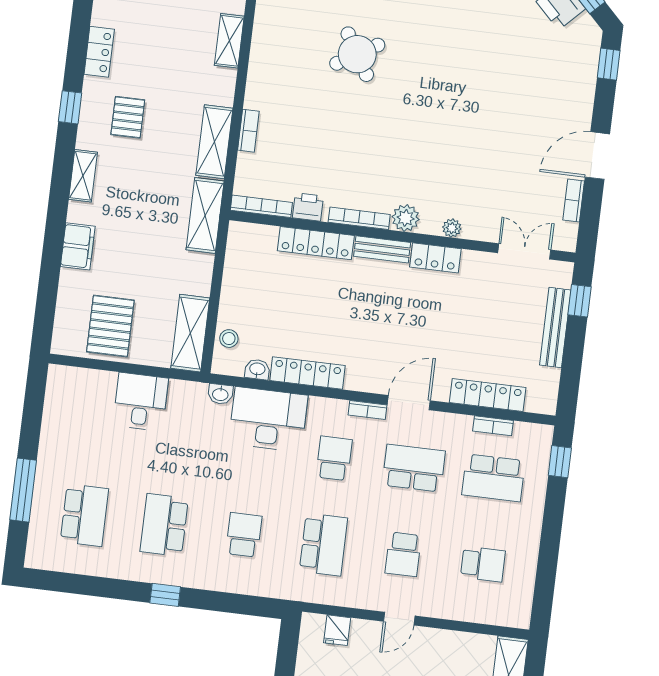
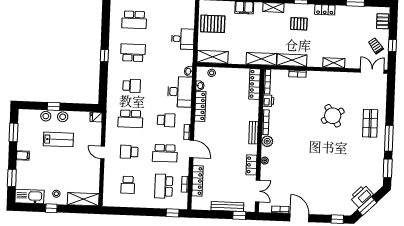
locker: (316, 243) -> (255, 84), moved
locker: (435, 258) -> (251, 165), moved
school desk: (414, 468) -> (165, 153), turned 90
fridge: (337, 630) -> (96, 117), moved

